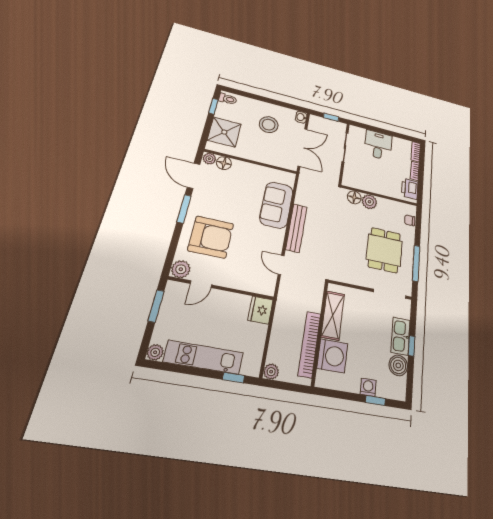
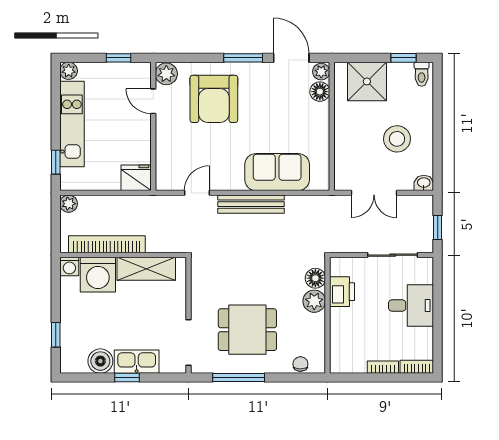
double door: (302, 147) -> (374, 193), width x0.73
door: (193, 176) -> (291, 58), hinge flipped
printer: (410, 189) -> (342, 292), moved, turned 90
window: (156, 306) -> (118, 58), width x0.67
washing machine: (368, 387) -> (69, 266), moved, turned 90

